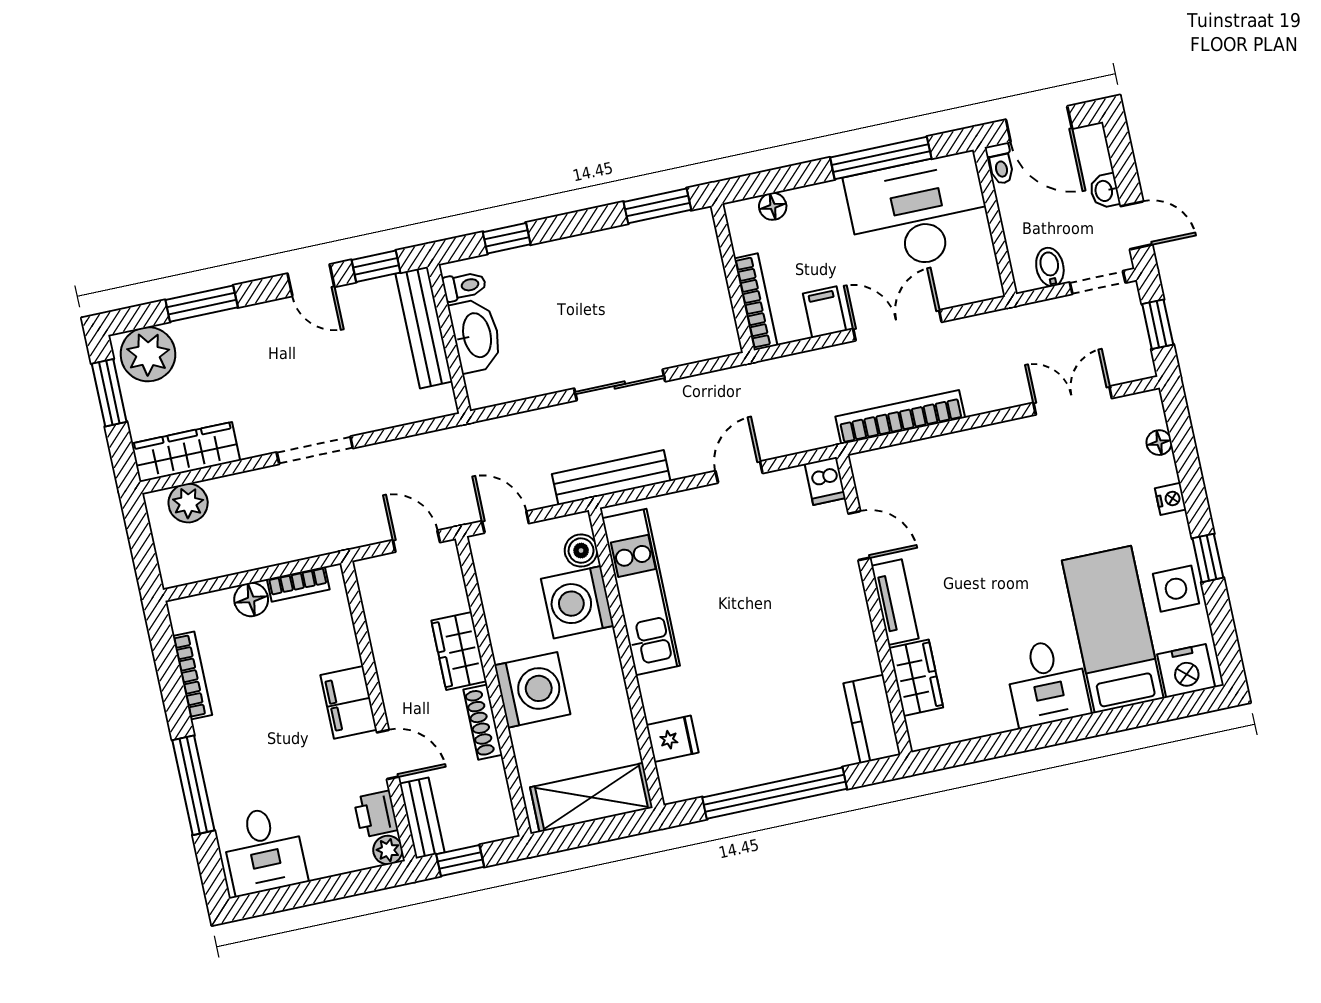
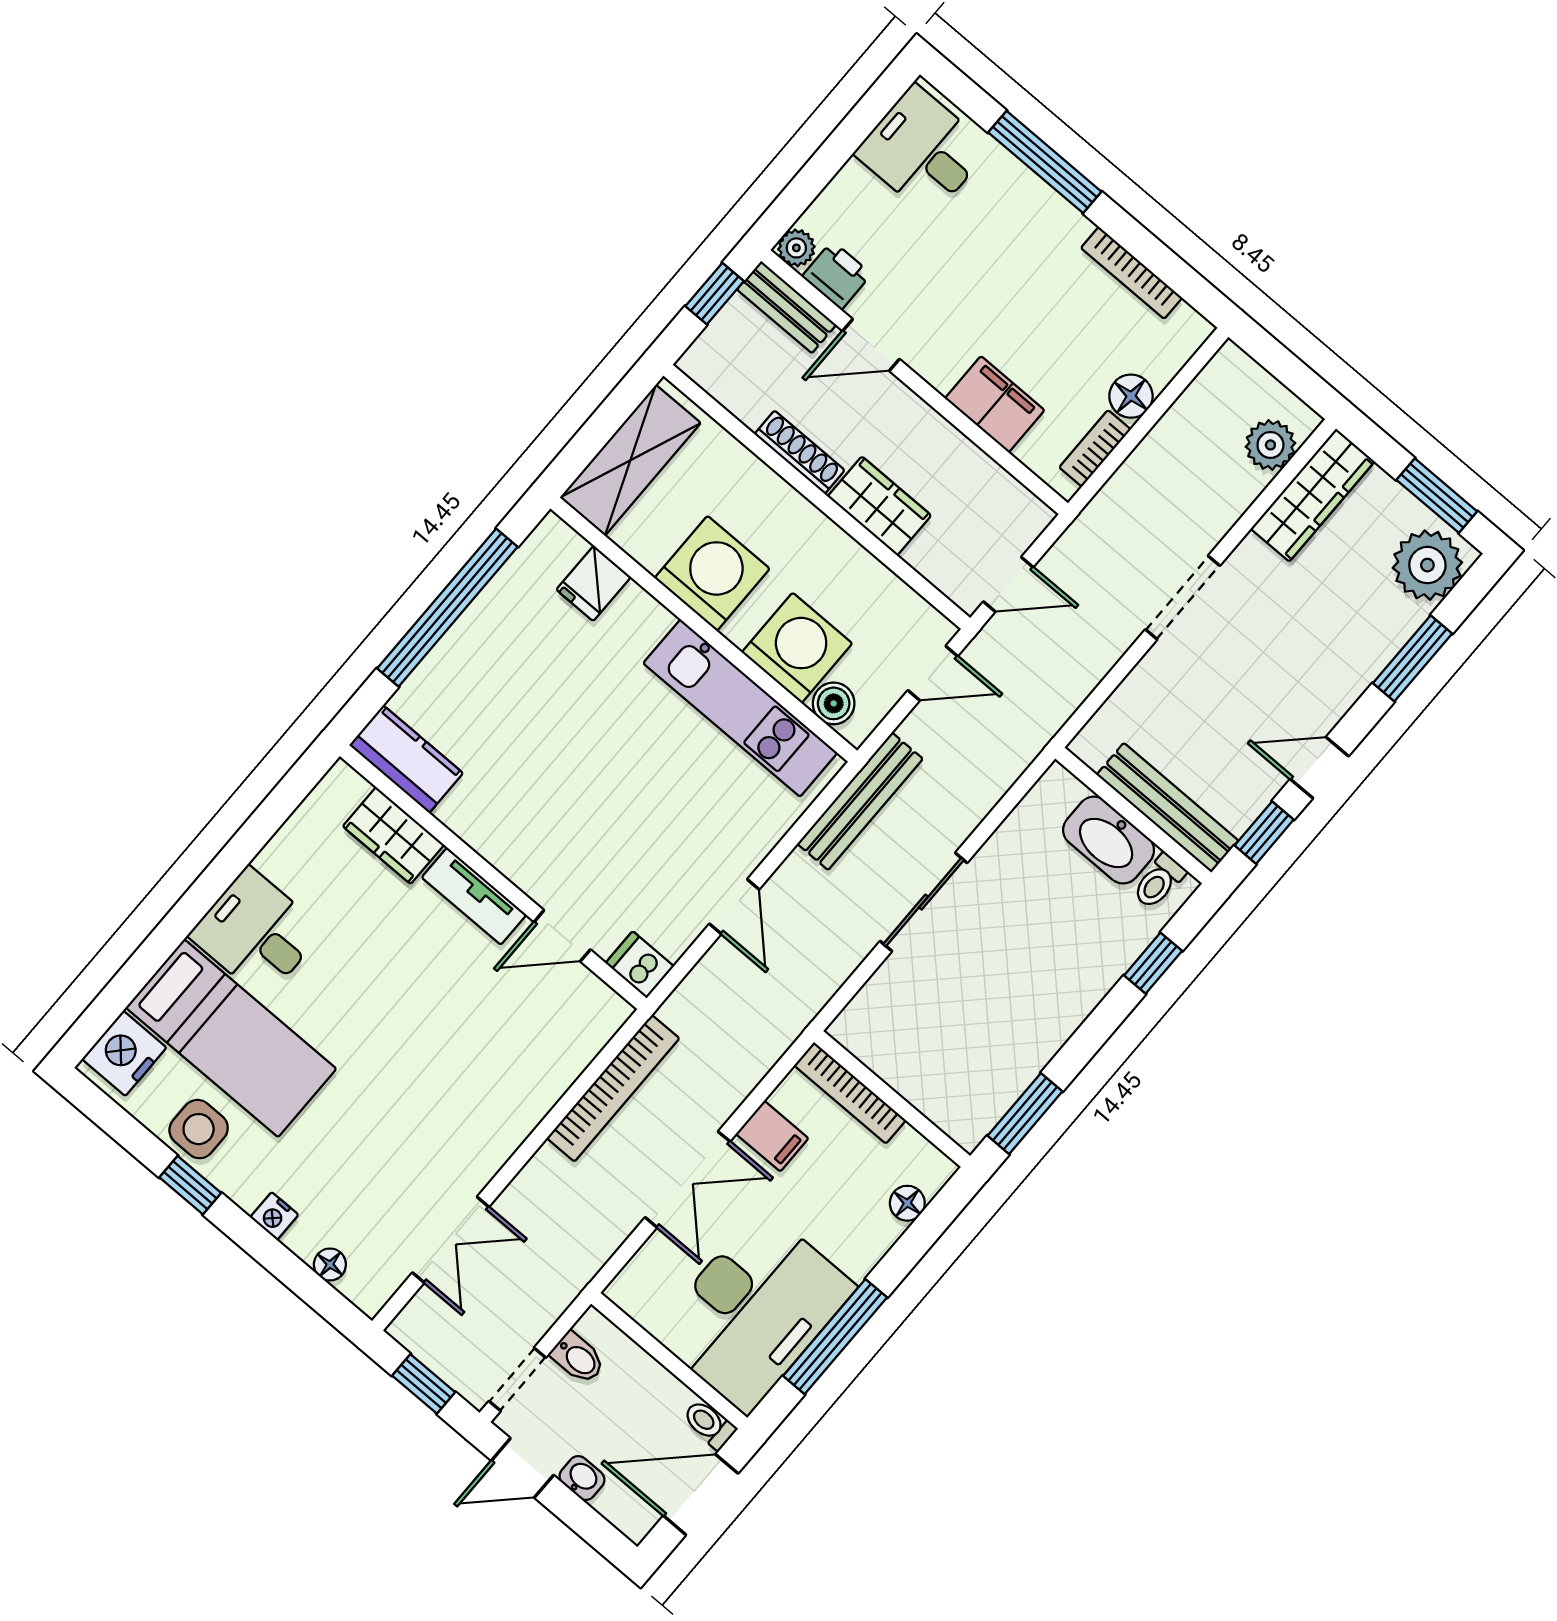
washing machine: (532, 690) -> (712, 573), moved, turned 180
filing cabinet: (349, 702) -> (995, 404), moved

